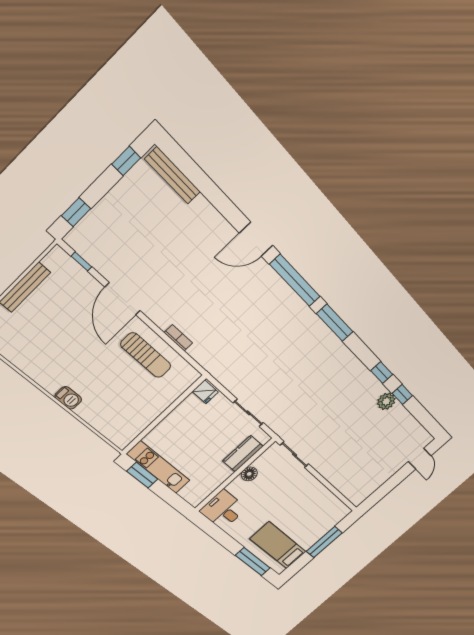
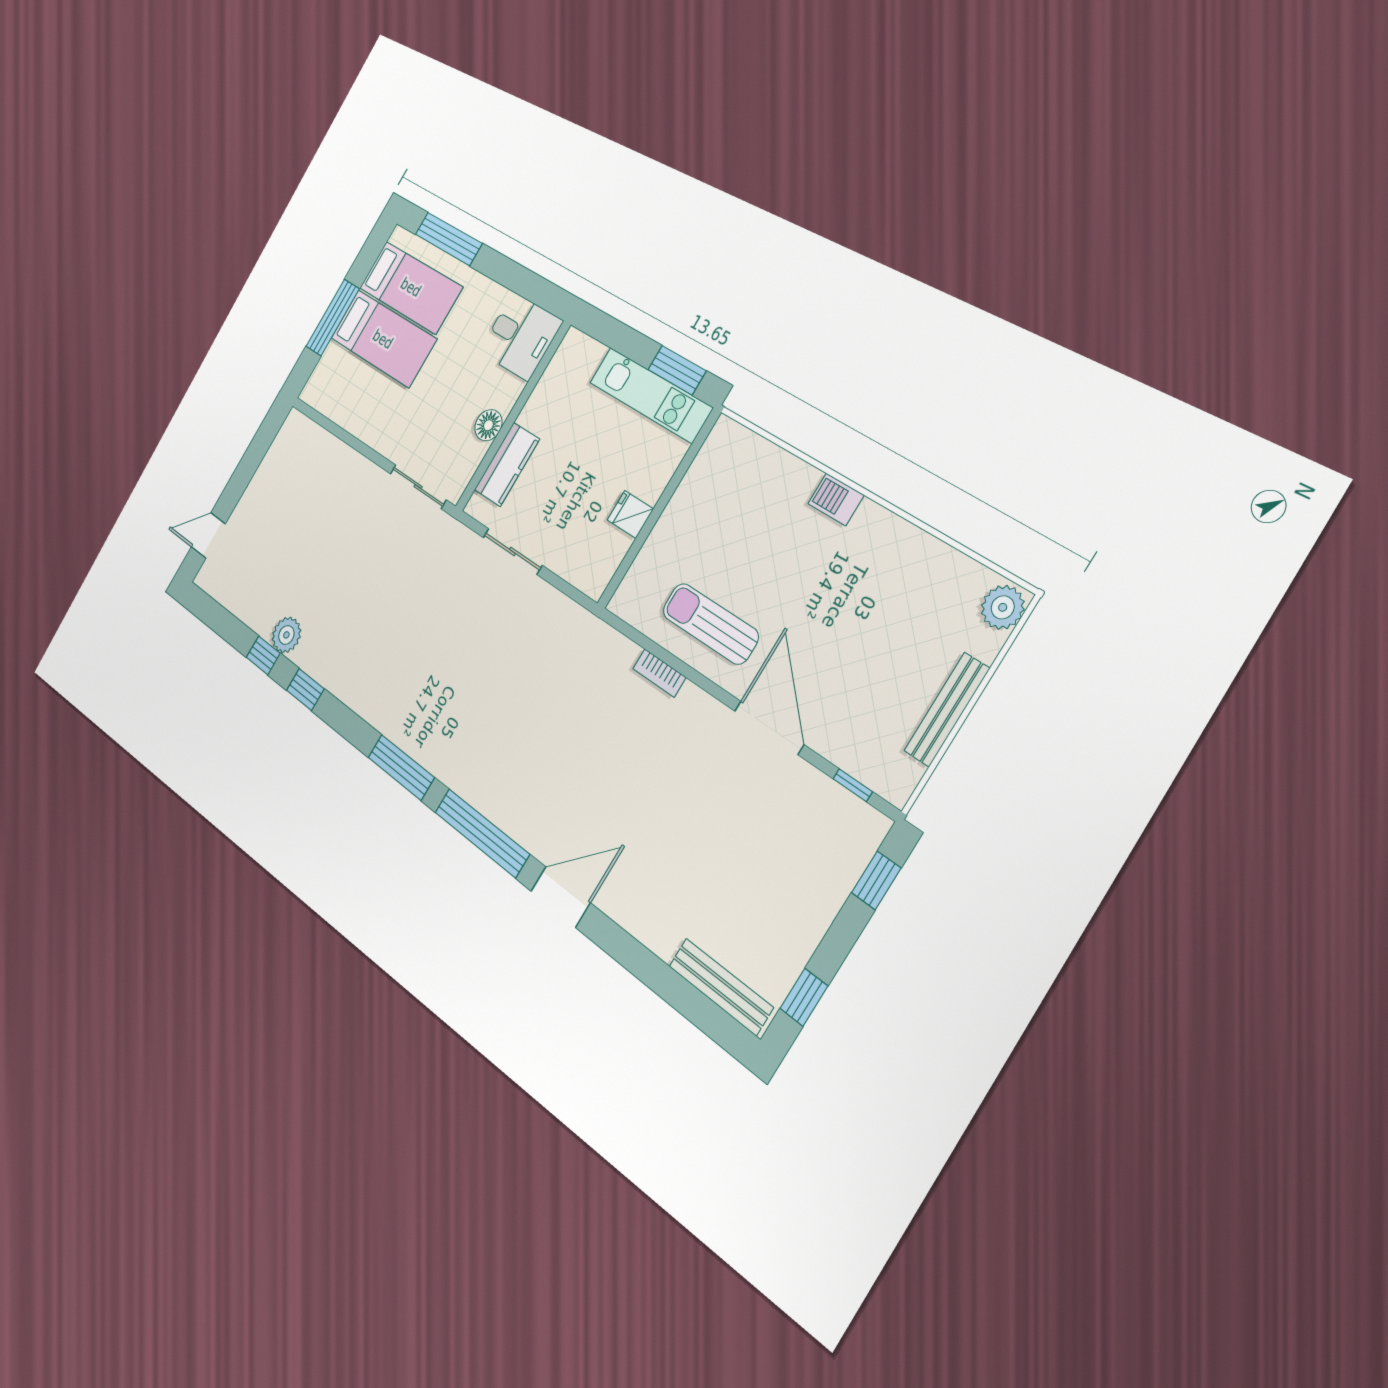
fridge: (205, 392) -> (630, 514), moved
door: (420, 459) -> (208, 535), hinge flipped
bed: (298, 526) -> (383, 339), added

